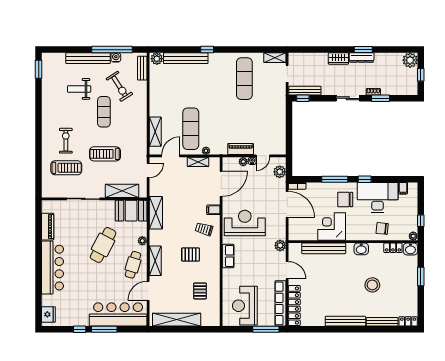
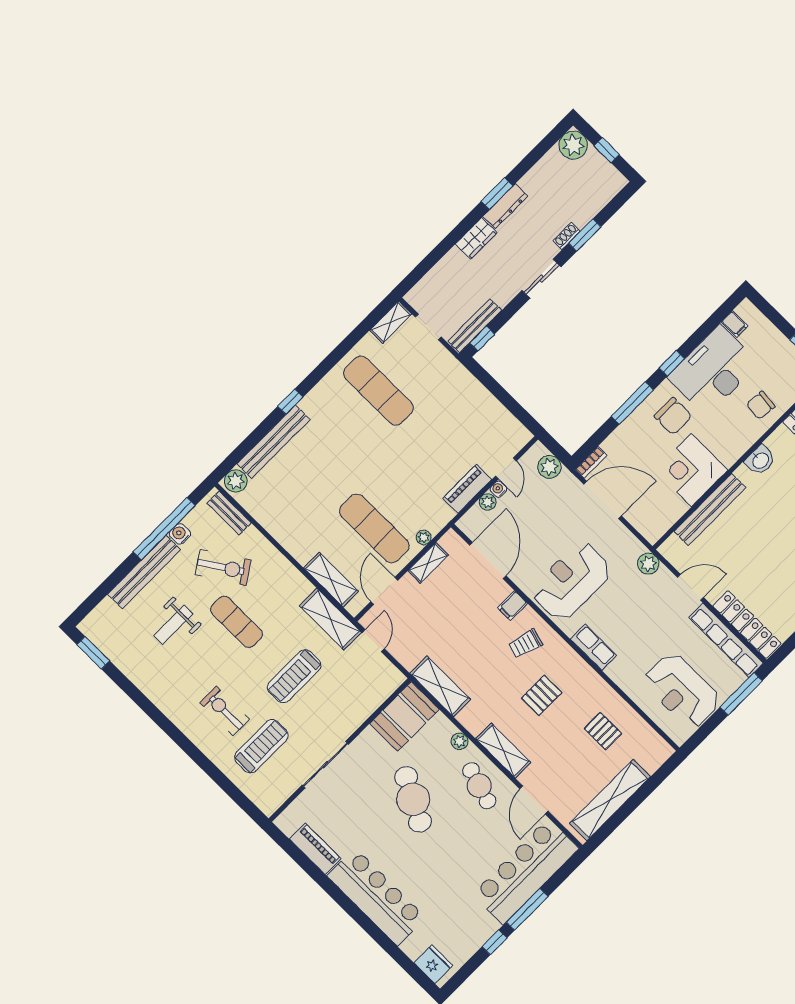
shelving: (122, 191) -> (330, 619), moved, turned 90
chair: (345, 199) -> (673, 416), turned -90

